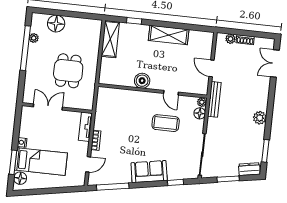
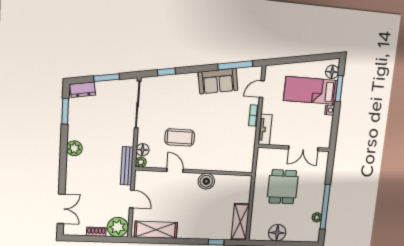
floor lamp: (56, 24) -> (277, 233), moved
shelving: (169, 35) -> (156, 230), moved
plant: (230, 39) -> (118, 227), width x1.87, depth x1.87
sofa: (149, 172) -> (218, 81), moved

